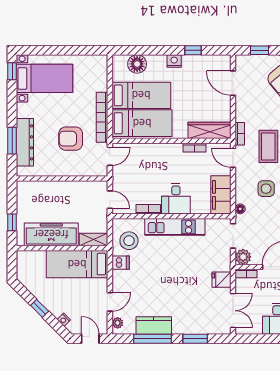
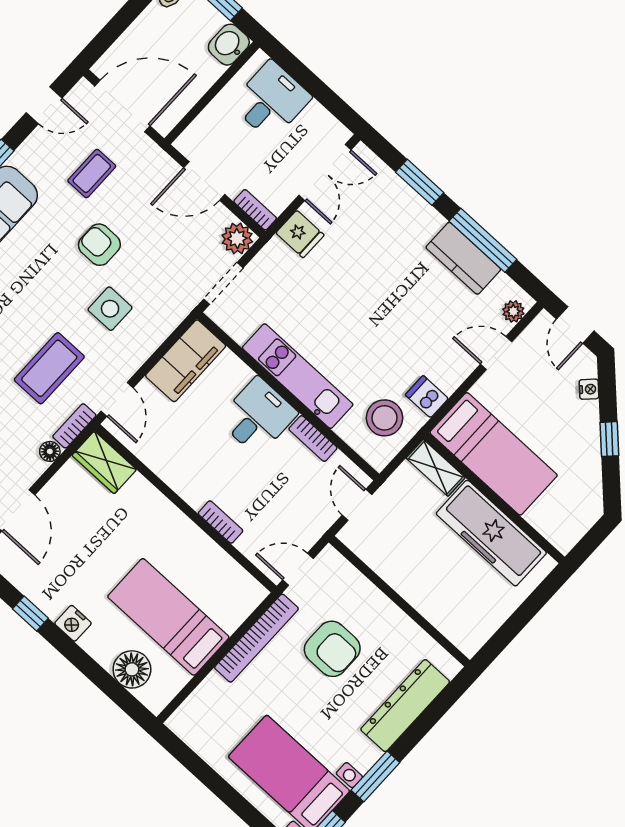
bed: (142, 123) -> (205, 575), removed
wardrobe: (209, 130) -> (104, 462), width x0.67
window: (12, 141) -> (375, 776), moved
bookcase: (194, 148) -> (221, 522), moved
floor lamp: (240, 209) -> (50, 451), moved
window: (12, 222) -> (533, 604), removed
double door: (233, 311) -> (325, 172), swing flipped

